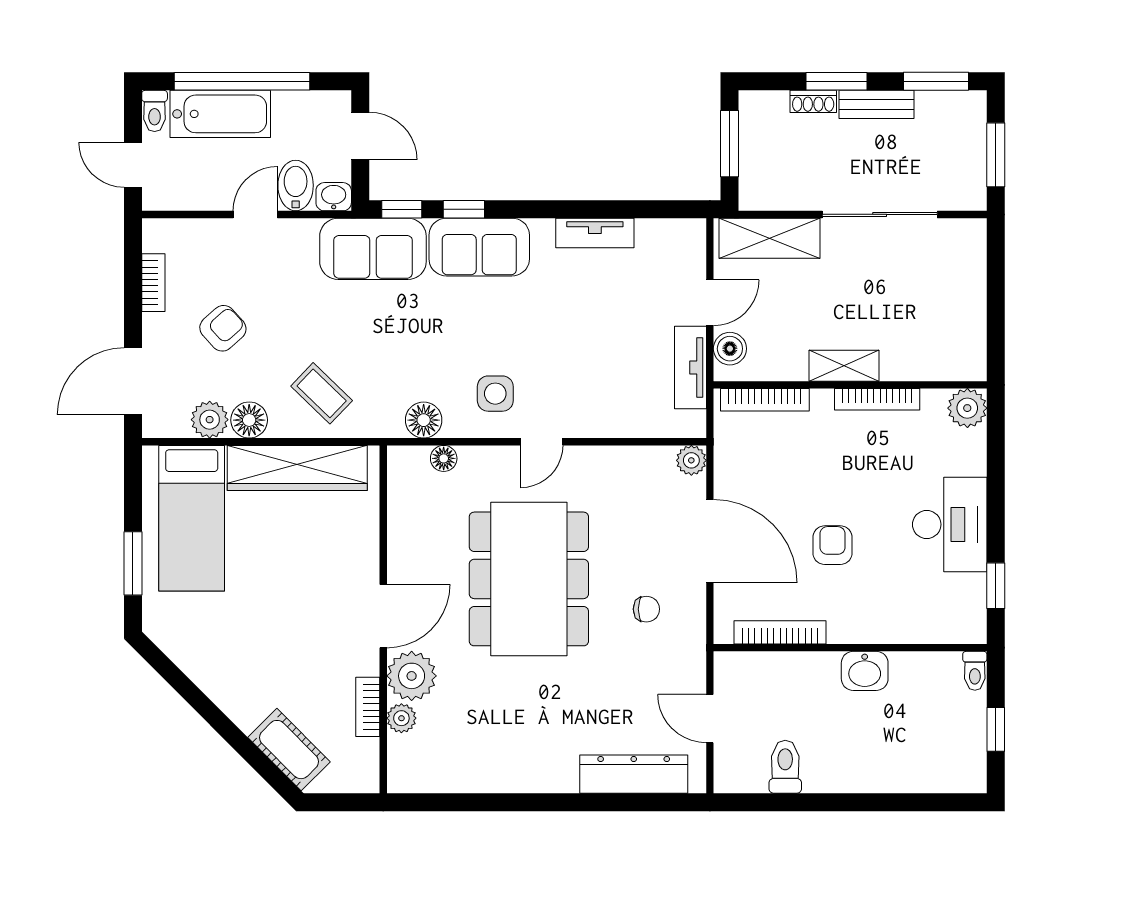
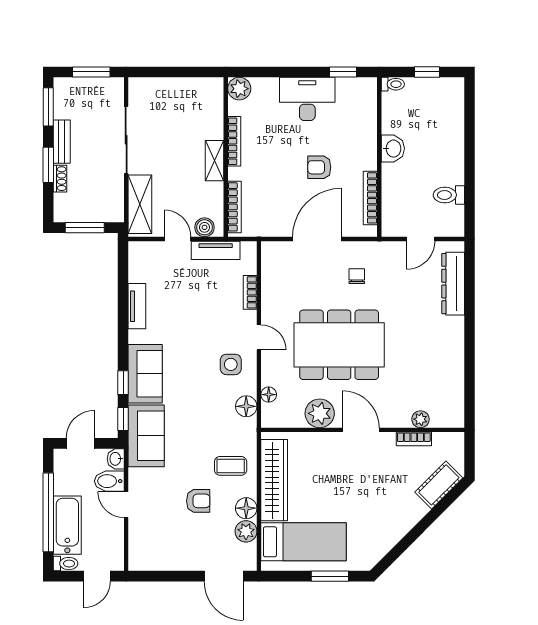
bookcase: (153, 283) -> (250, 292), moved, turned -90
armchair: (223, 328) -> (198, 501), moved, turned 132
coffee table: (322, 393) -> (231, 466), turned 46
plant: (691, 460) -> (270, 250), removed
plant: (412, 676) -> (320, 413), moved

